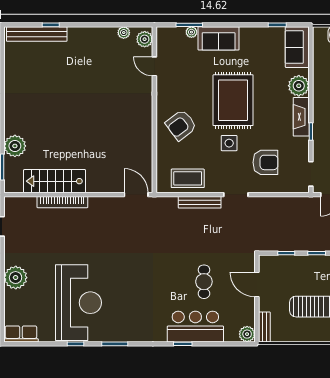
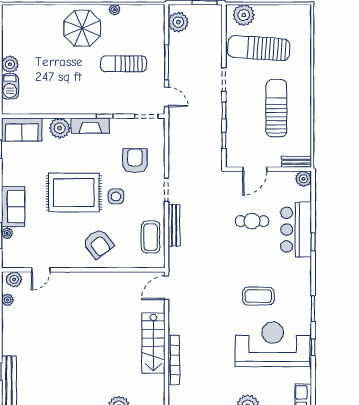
stairs: (55, 181) -> (153, 343), moved
coffee table: (128, 288) -> (258, 296), added

